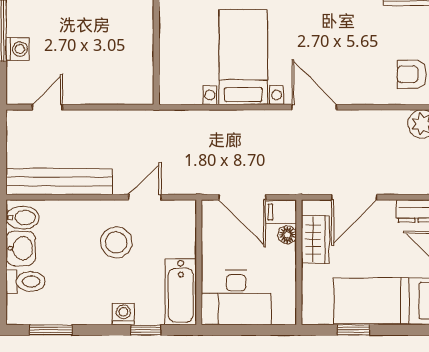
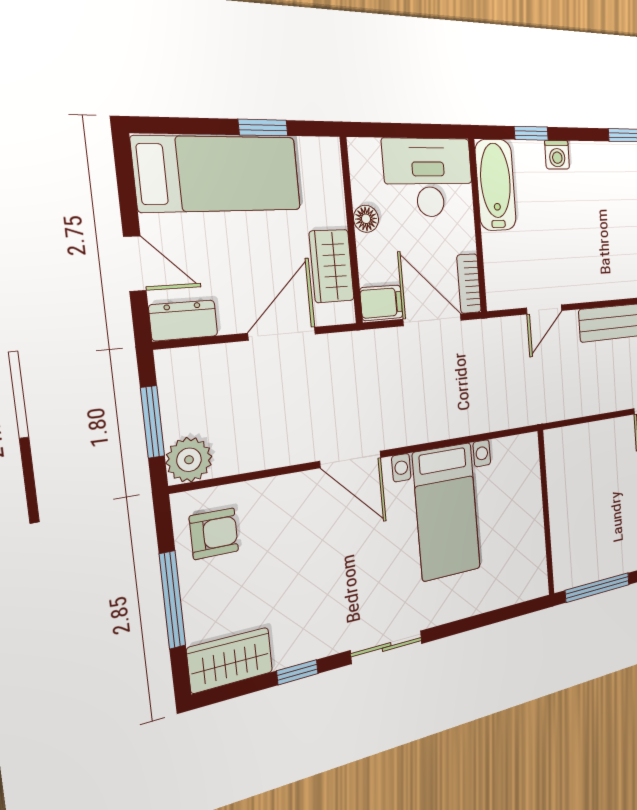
bookcase: (210, 221) -> (469, 284), added
floor lamp: (287, 235) -> (366, 219), moved
stool: (116, 242) -> (571, 249), removed

